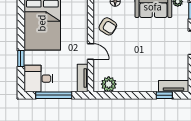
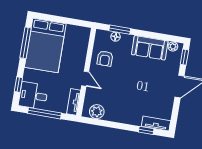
window: (21, 24) -> (25, 43), added
armchair: (108, 26) -> (105, 58), turned 58
window: (21, 58) -> (18, 85), moved

